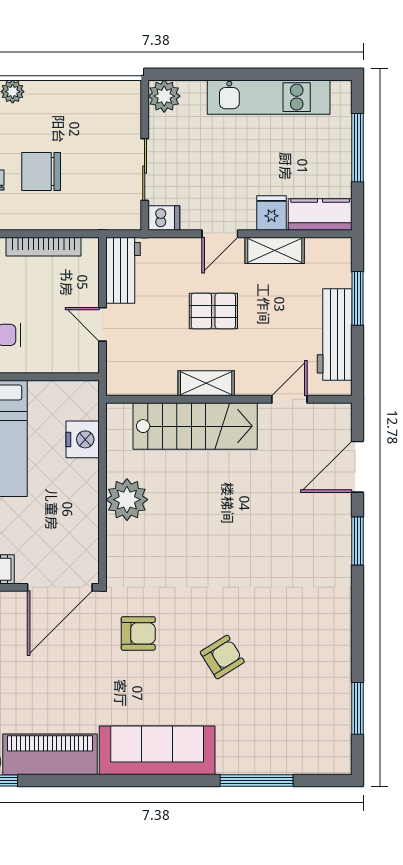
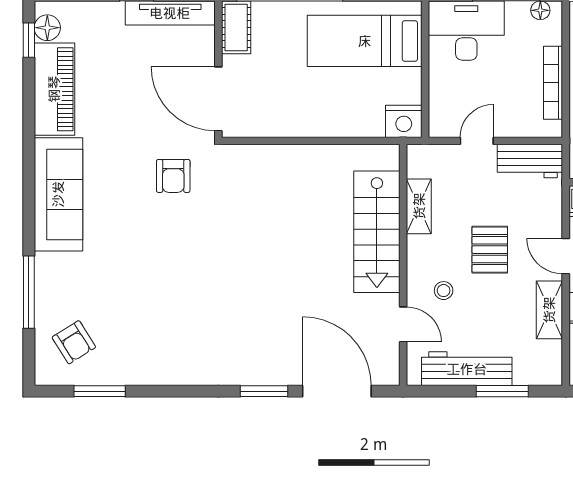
stool: (255, 358) -> (444, 291), added
shelving: (206, 383) -> (419, 206), moved
nightstand: (83, 439) -> (404, 121), moved
door: (357, 467) -> (337, 391), width x1.36
plant: (127, 500) -> (305, 165), removed
armchair: (222, 657) -> (74, 342), moved

